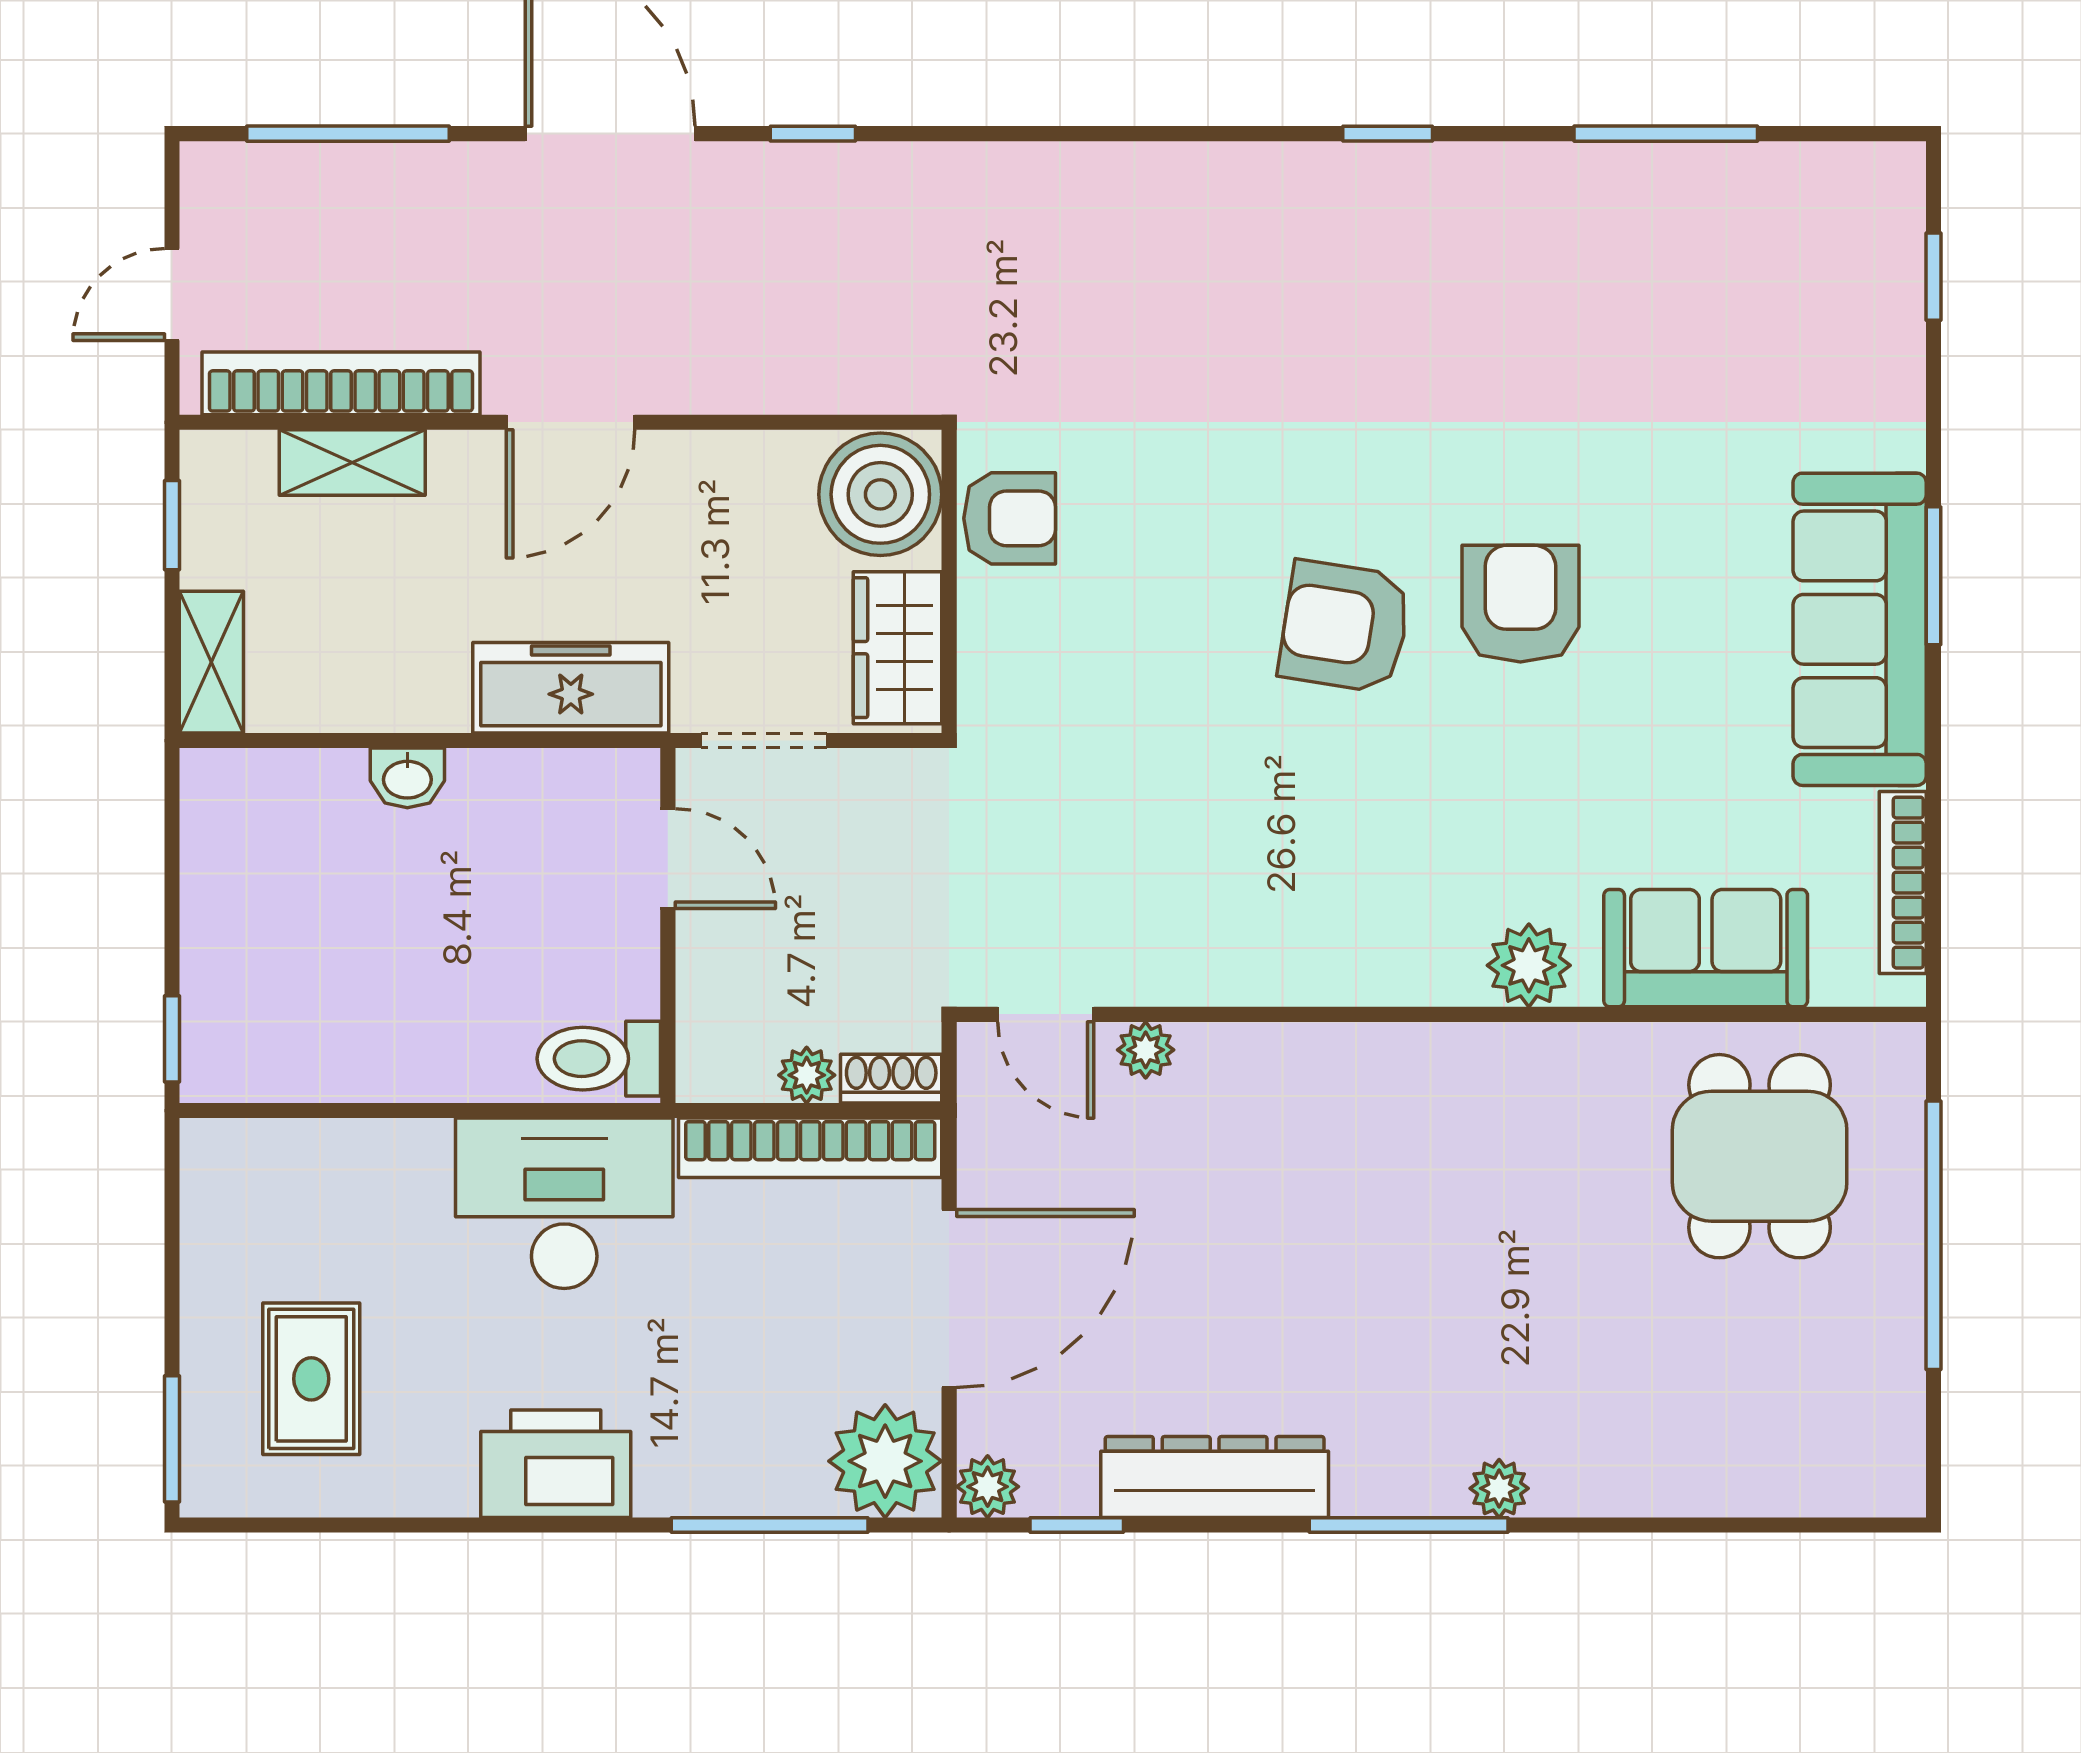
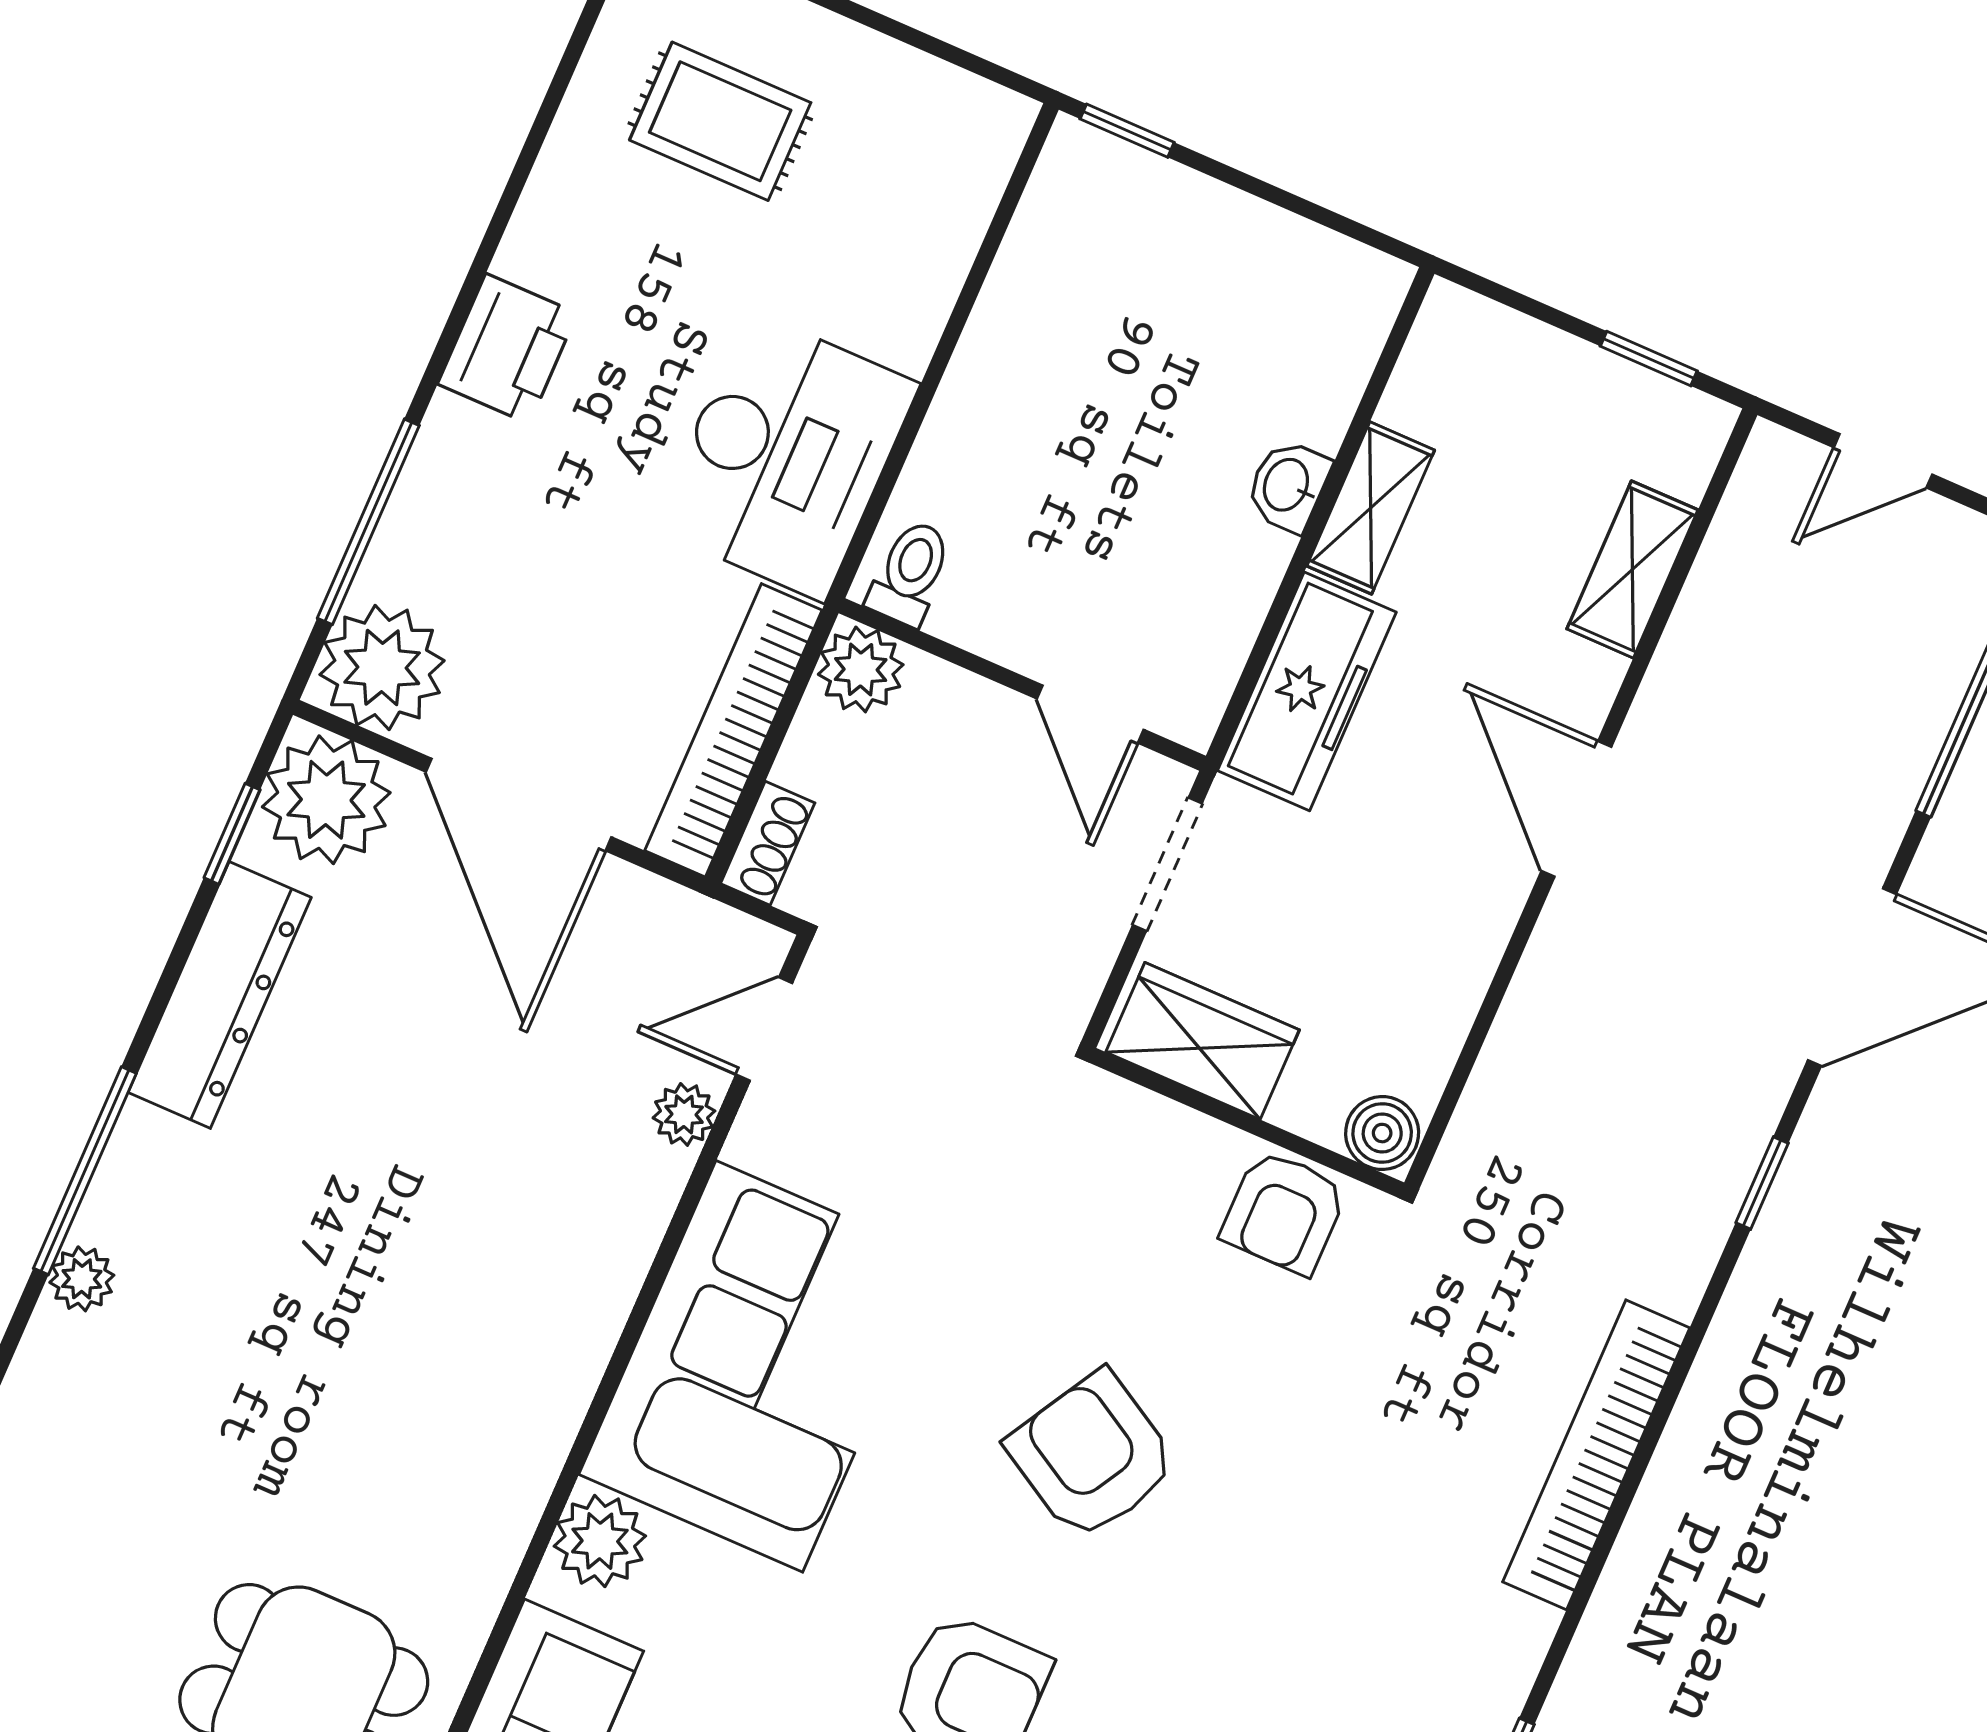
door: (172, 295) -> (1883, 461), swing flipped
bookcase: (341, 383) -> (1596, 1455), moved, turned 180
boiler: (880, 494) -> (1382, 1133), width x0.54, depth x0.54
armchair: (1345, 627) -> (1092, 1456), moved, turned -69
shelving: (211, 662) -> (1371, 508), moved, turned 90
door: (668, 859) -> (1090, 714), hinge flipped
corner sofa: (1327, 897) -> (759, 1366), added
toilet: (599, 1059) -> (910, 573), width x0.73, depth x0.72
plant: (807, 1075) -> (861, 669), moved, width x1.38, depth x1.38
printer: (556, 1464) -> (508, 349), width x0.73, depth x0.84
plant: (988, 1487) -> (326, 800), width x1.88, depth x1.88

